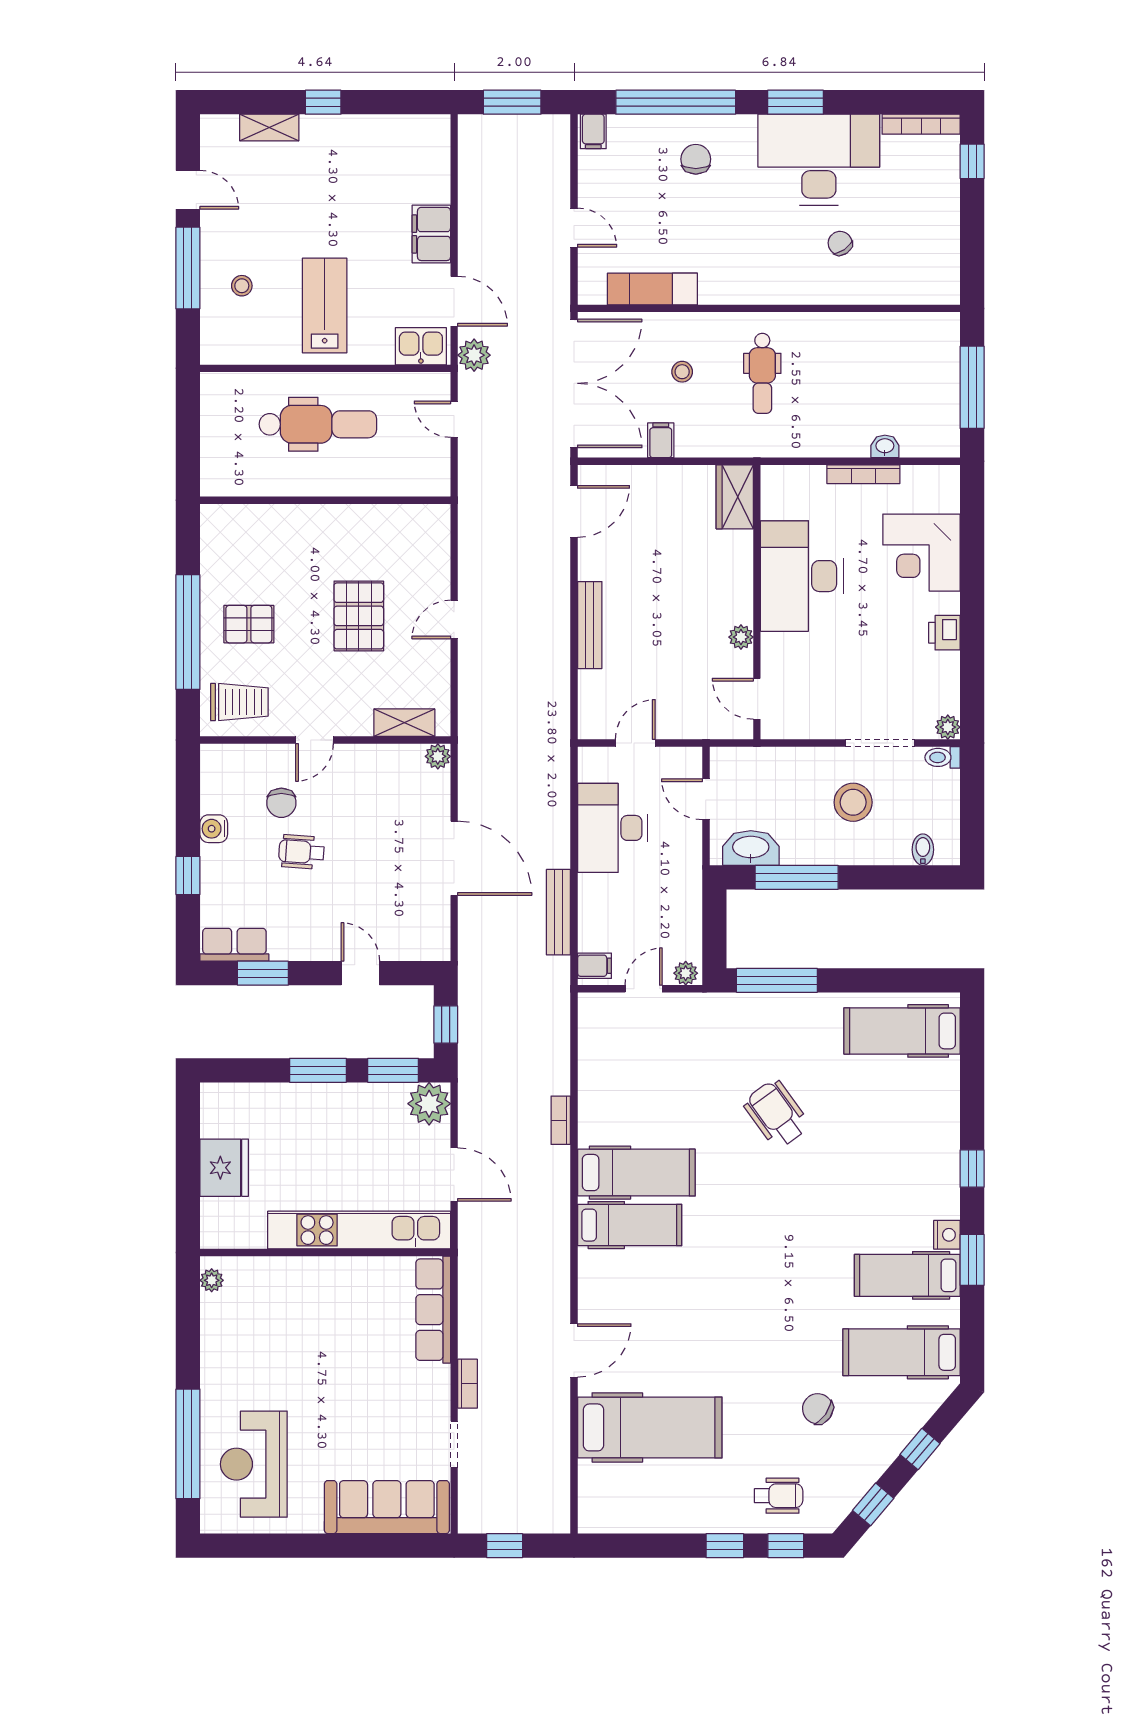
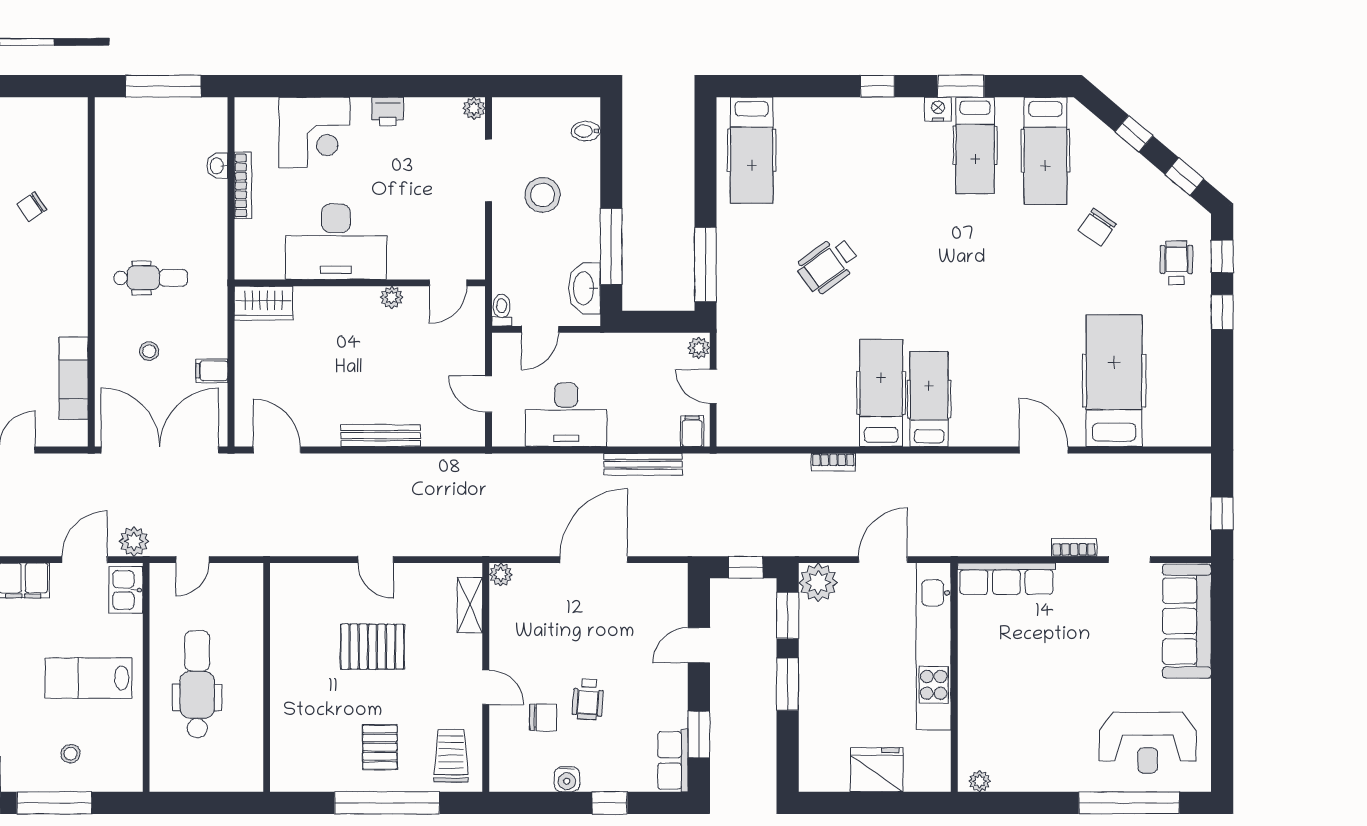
toilet: (942, 757) -> (502, 310), moved, turned 180

